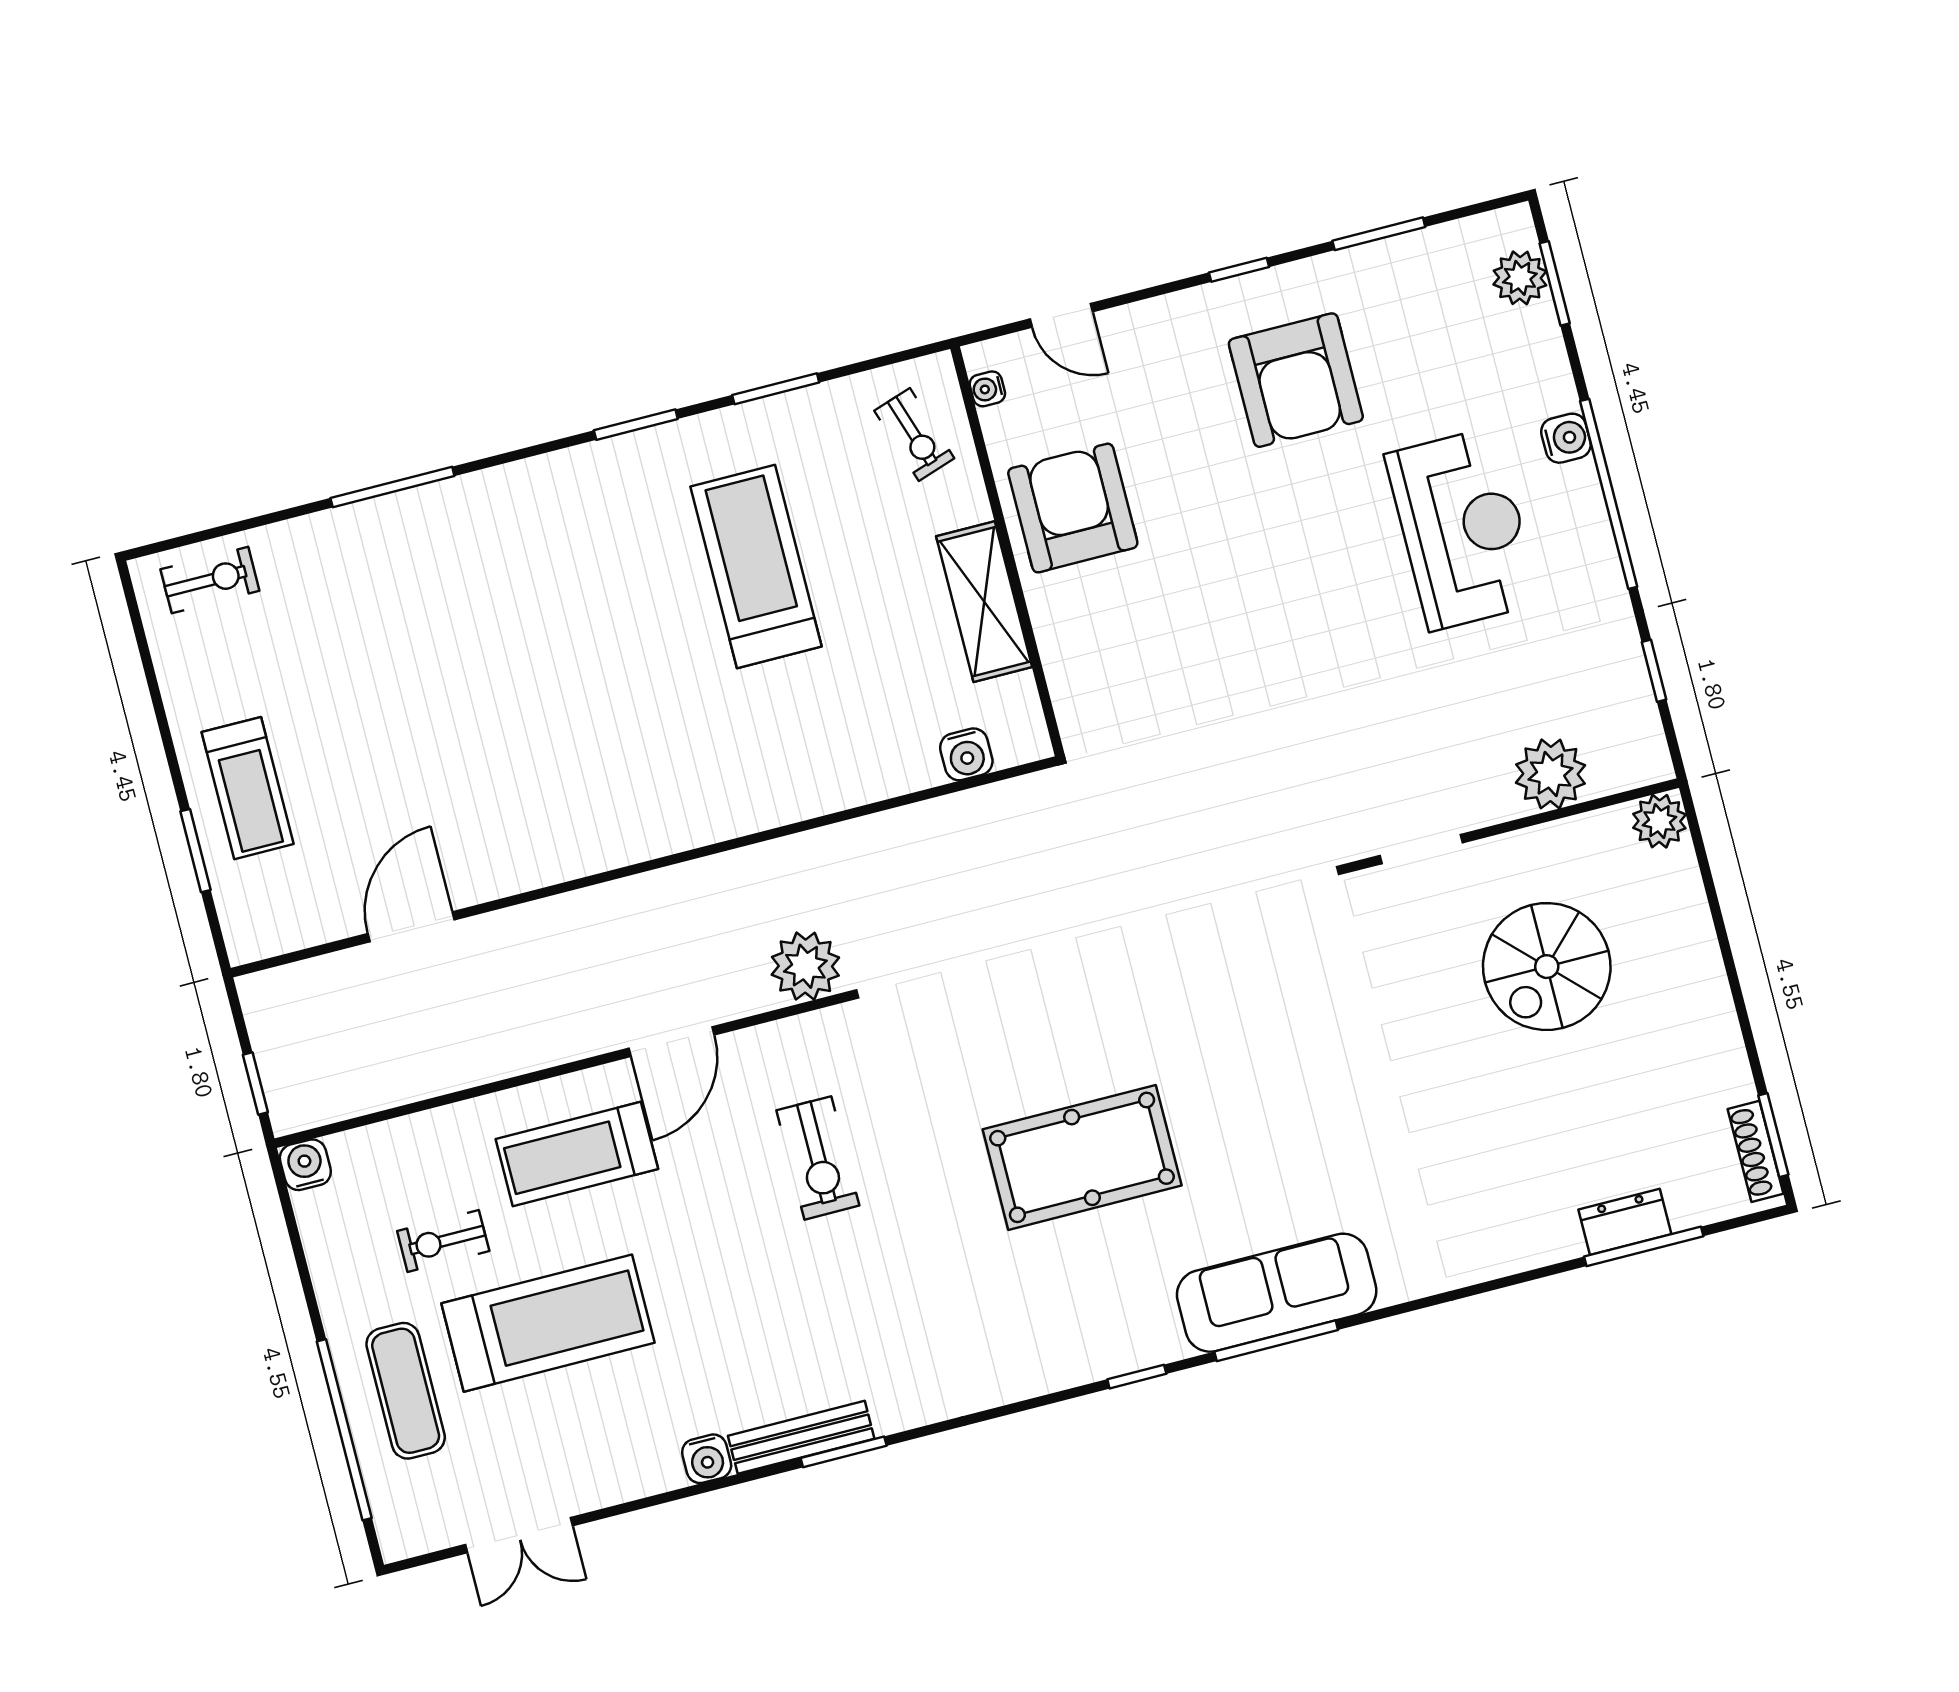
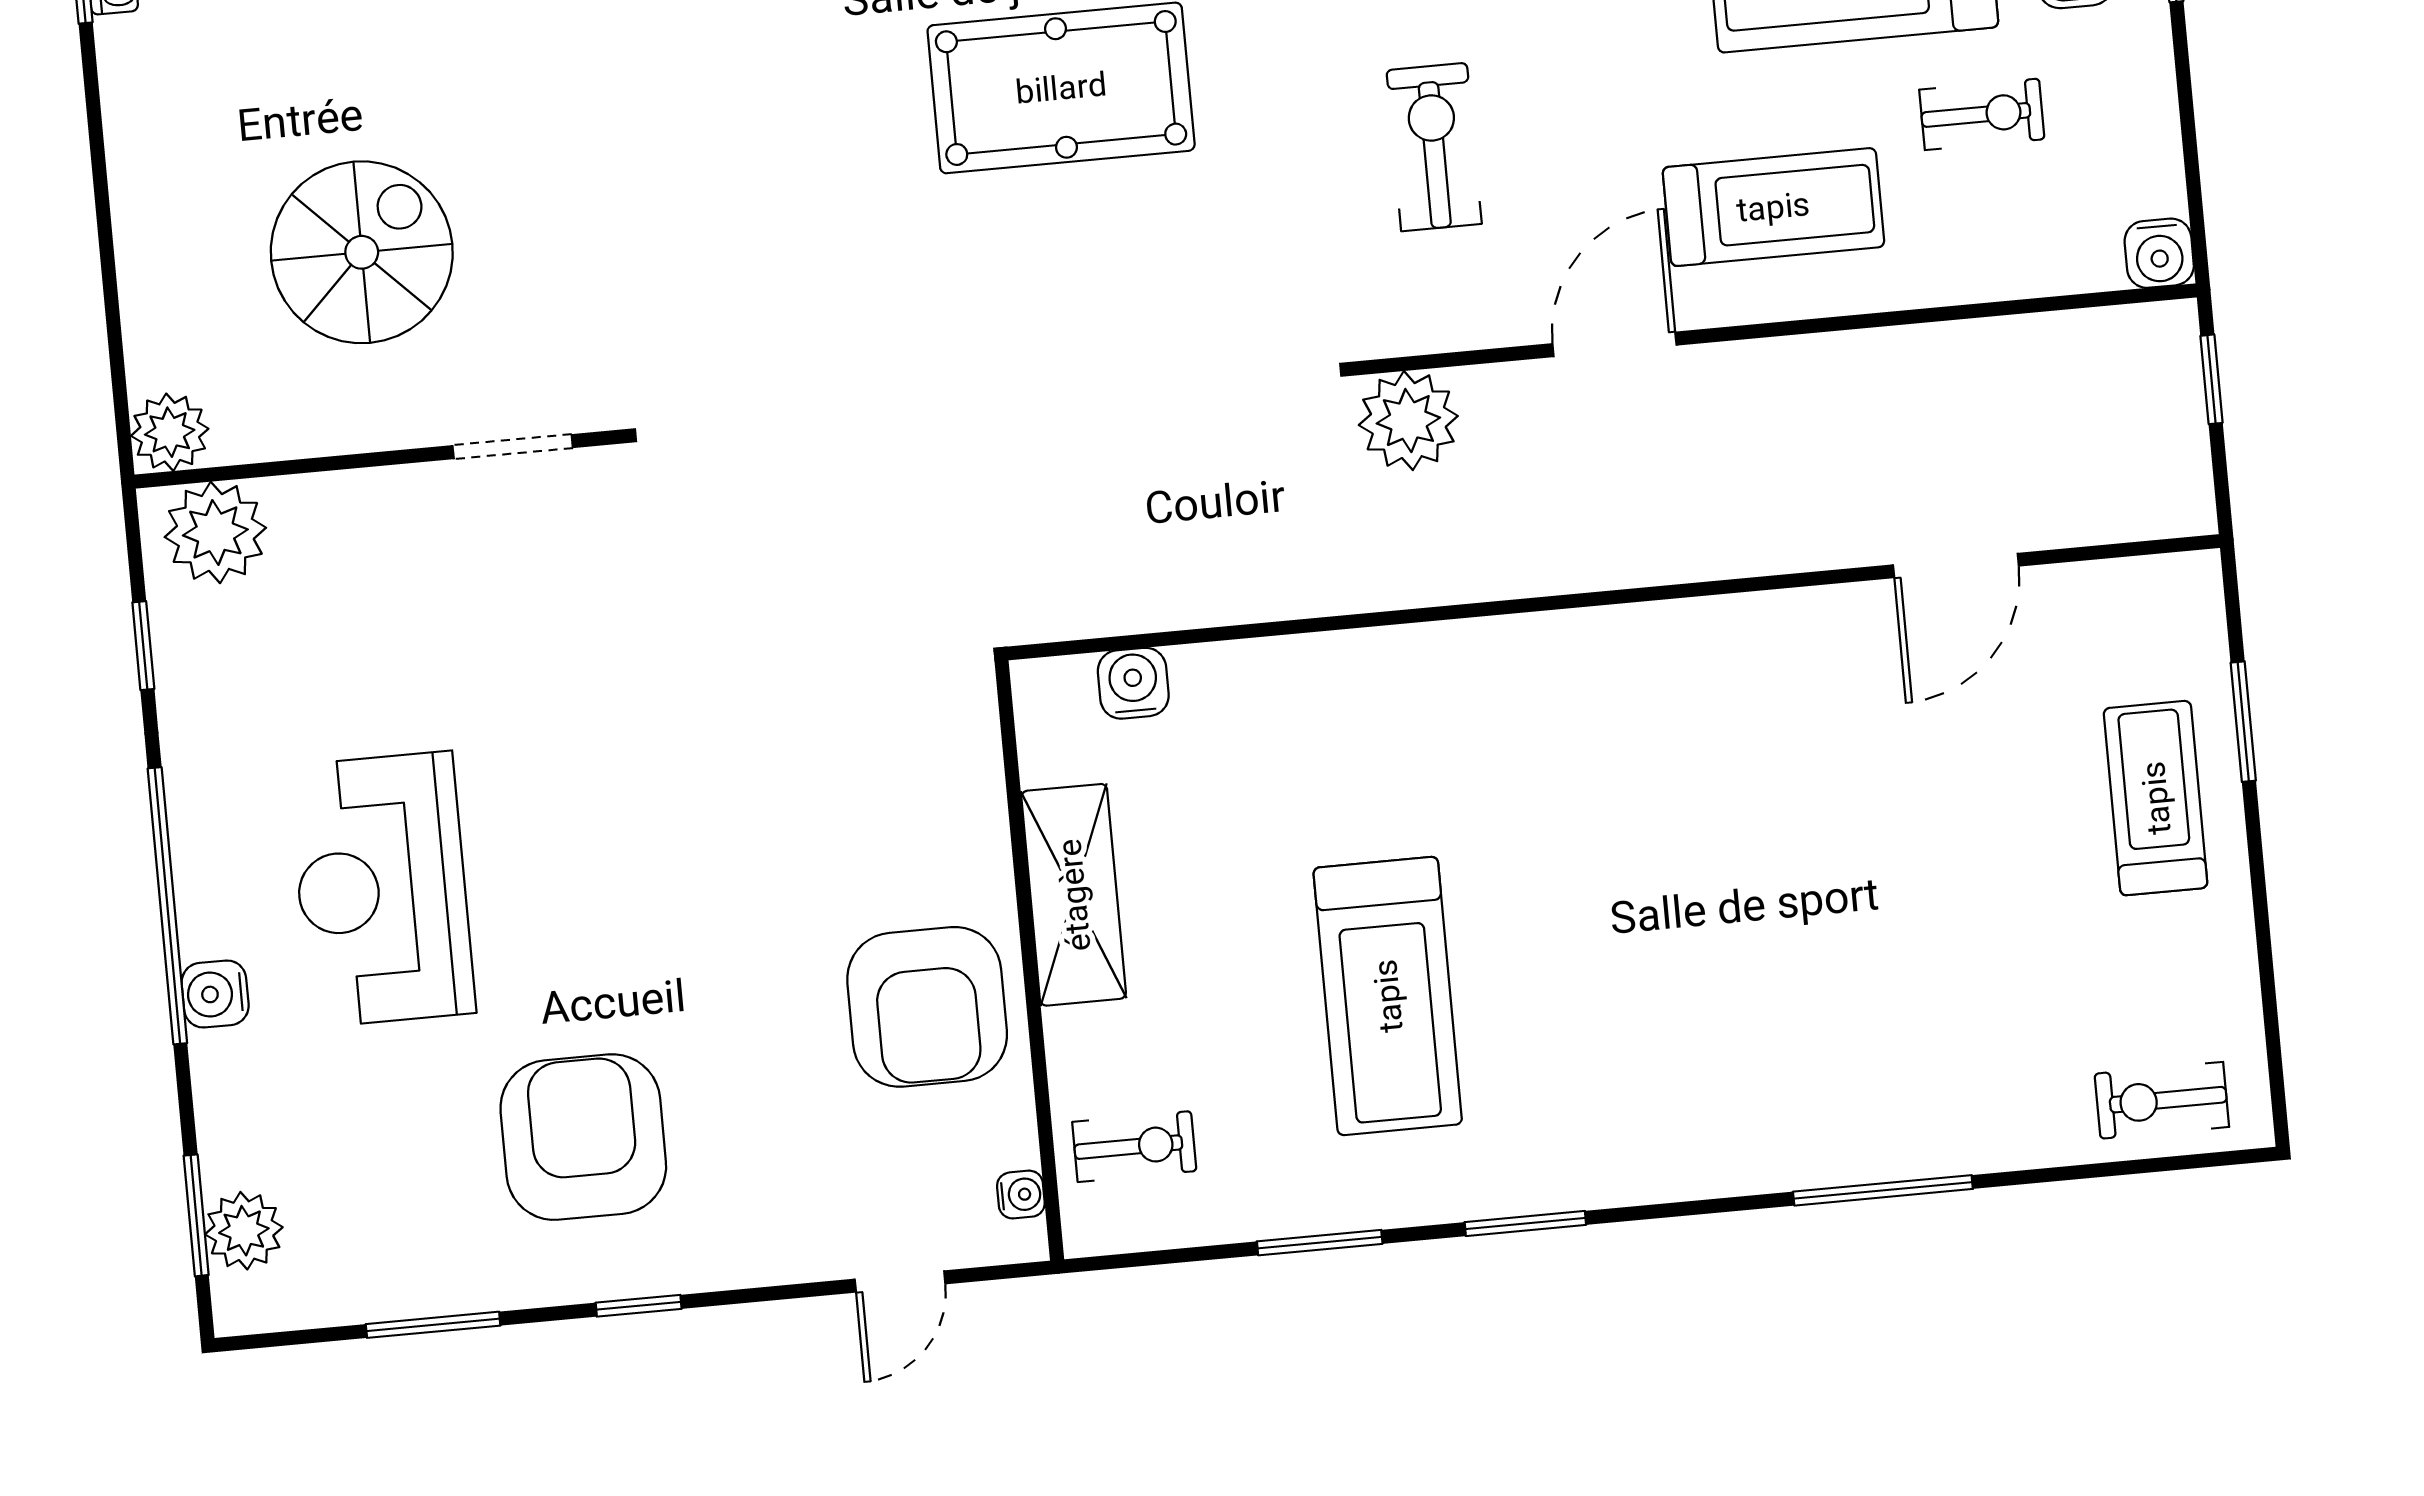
door: (1061, 315) -> (900, 1281), swing flipped
exercise bike: (914, 435) -> (1134, 1147), turned 108
plant: (1551, 774) -> (215, 532), moved

